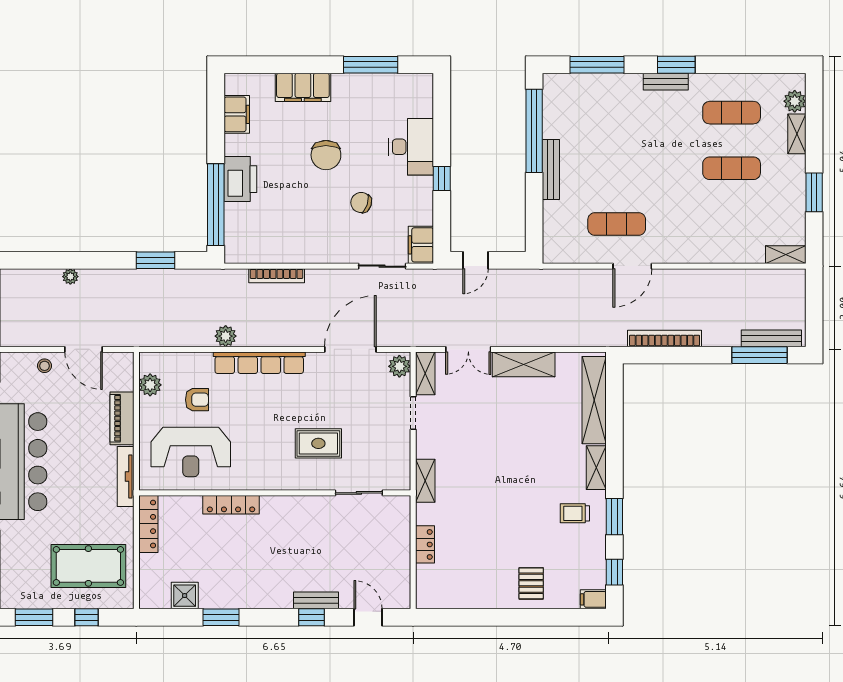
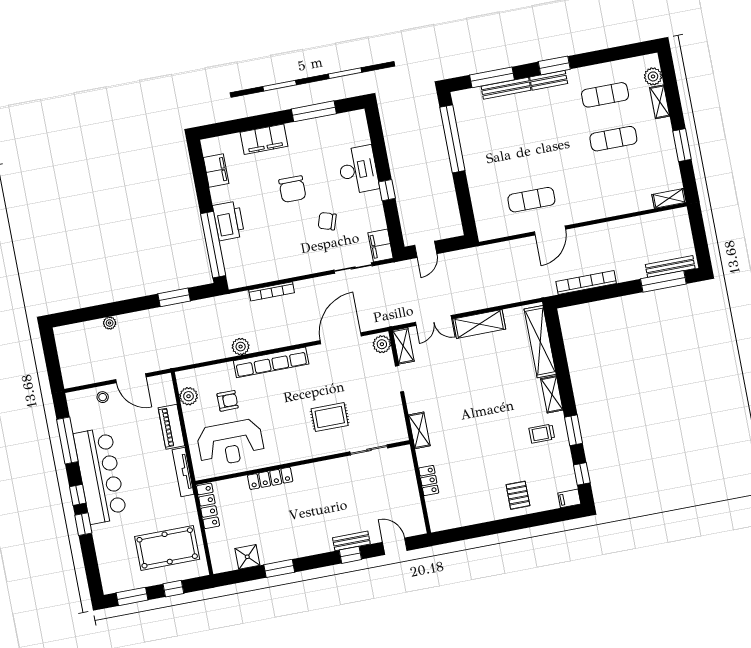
bench: (551, 170) -> (506, 88), moved, turned 90

